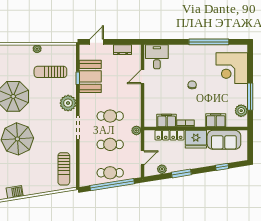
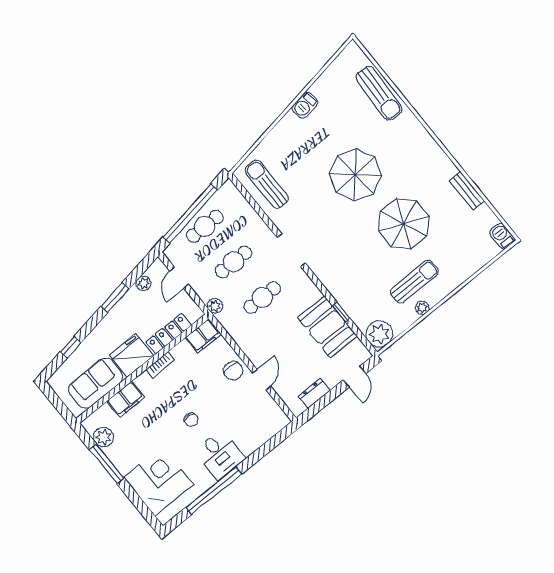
desk: (157, 57) -> (220, 455), moved
sun lounger: (50, 72) -> (414, 282), moved
chair: (153, 92) -> (233, 371), added
plant: (68, 103) -> (379, 334), moved
filing cabinet: (167, 121) -> (203, 336), moved

